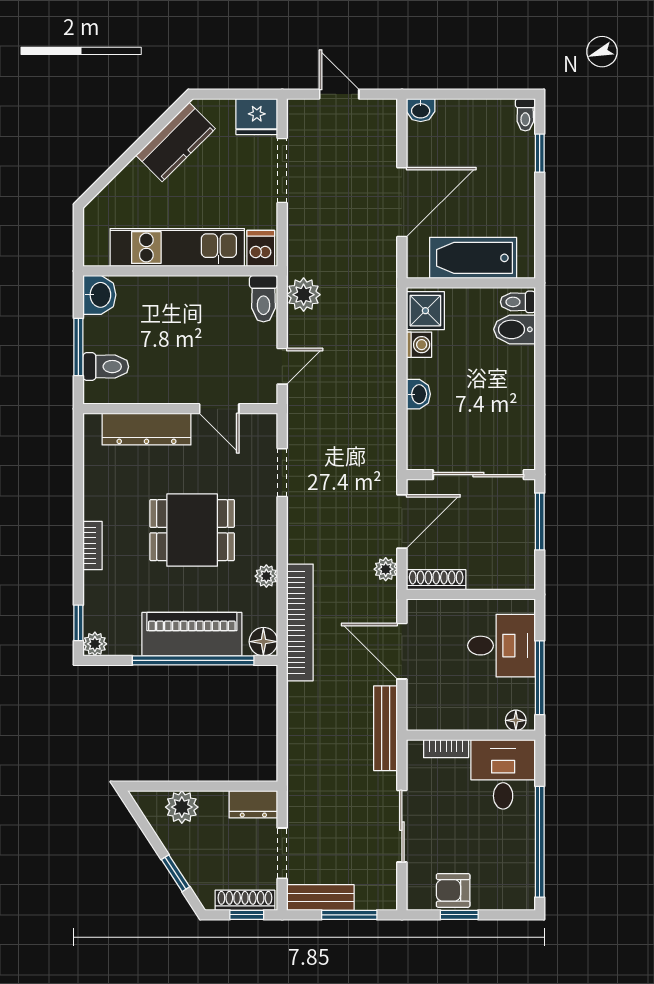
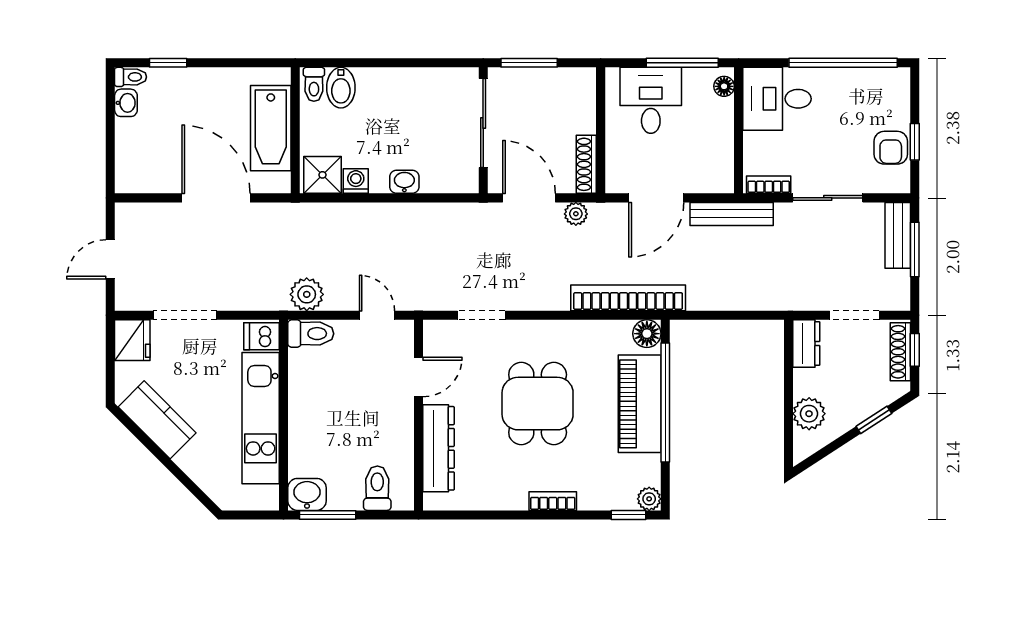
washbasin: (421, 110) -> (126, 103), moved
window: (78, 347) -> (328, 515), moved
plant: (266, 576) -> (583, 331), removed
bookcase: (446, 749) -> (769, 185), moved, turned -90
bench: (320, 898) -> (898, 235), moved

